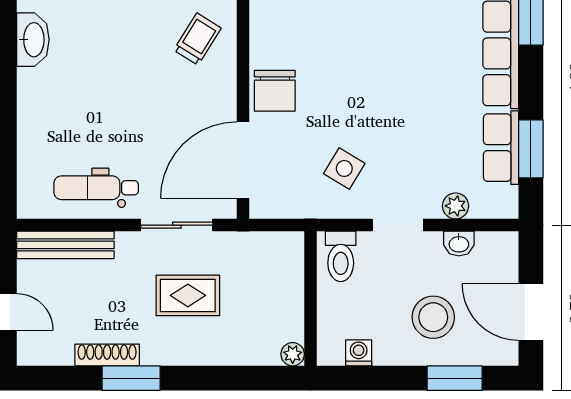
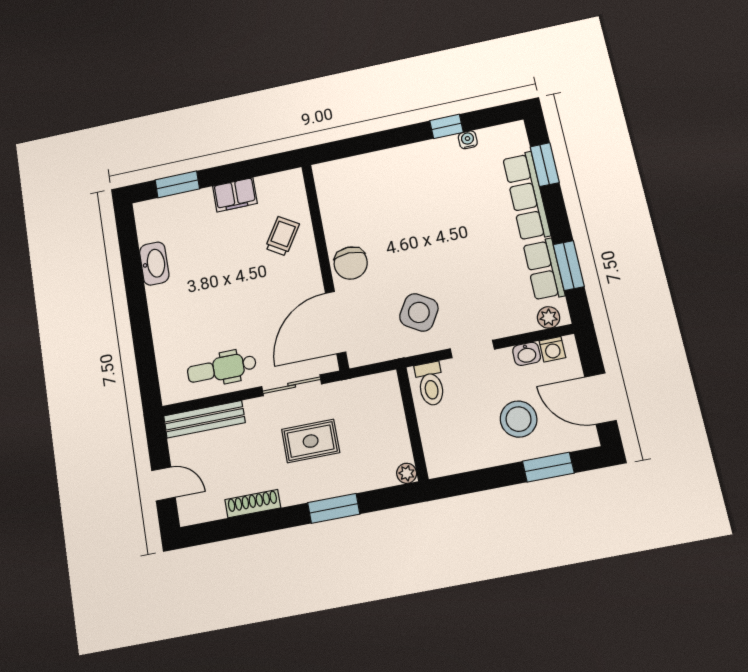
side table: (344, 169) -> (419, 312), width x1.37, depth x1.37
plant: (456, 206) -> (549, 317), moved
washing machine: (359, 353) -> (552, 349), moved, turned 180
window: (131, 378) -> (334, 508), moved

